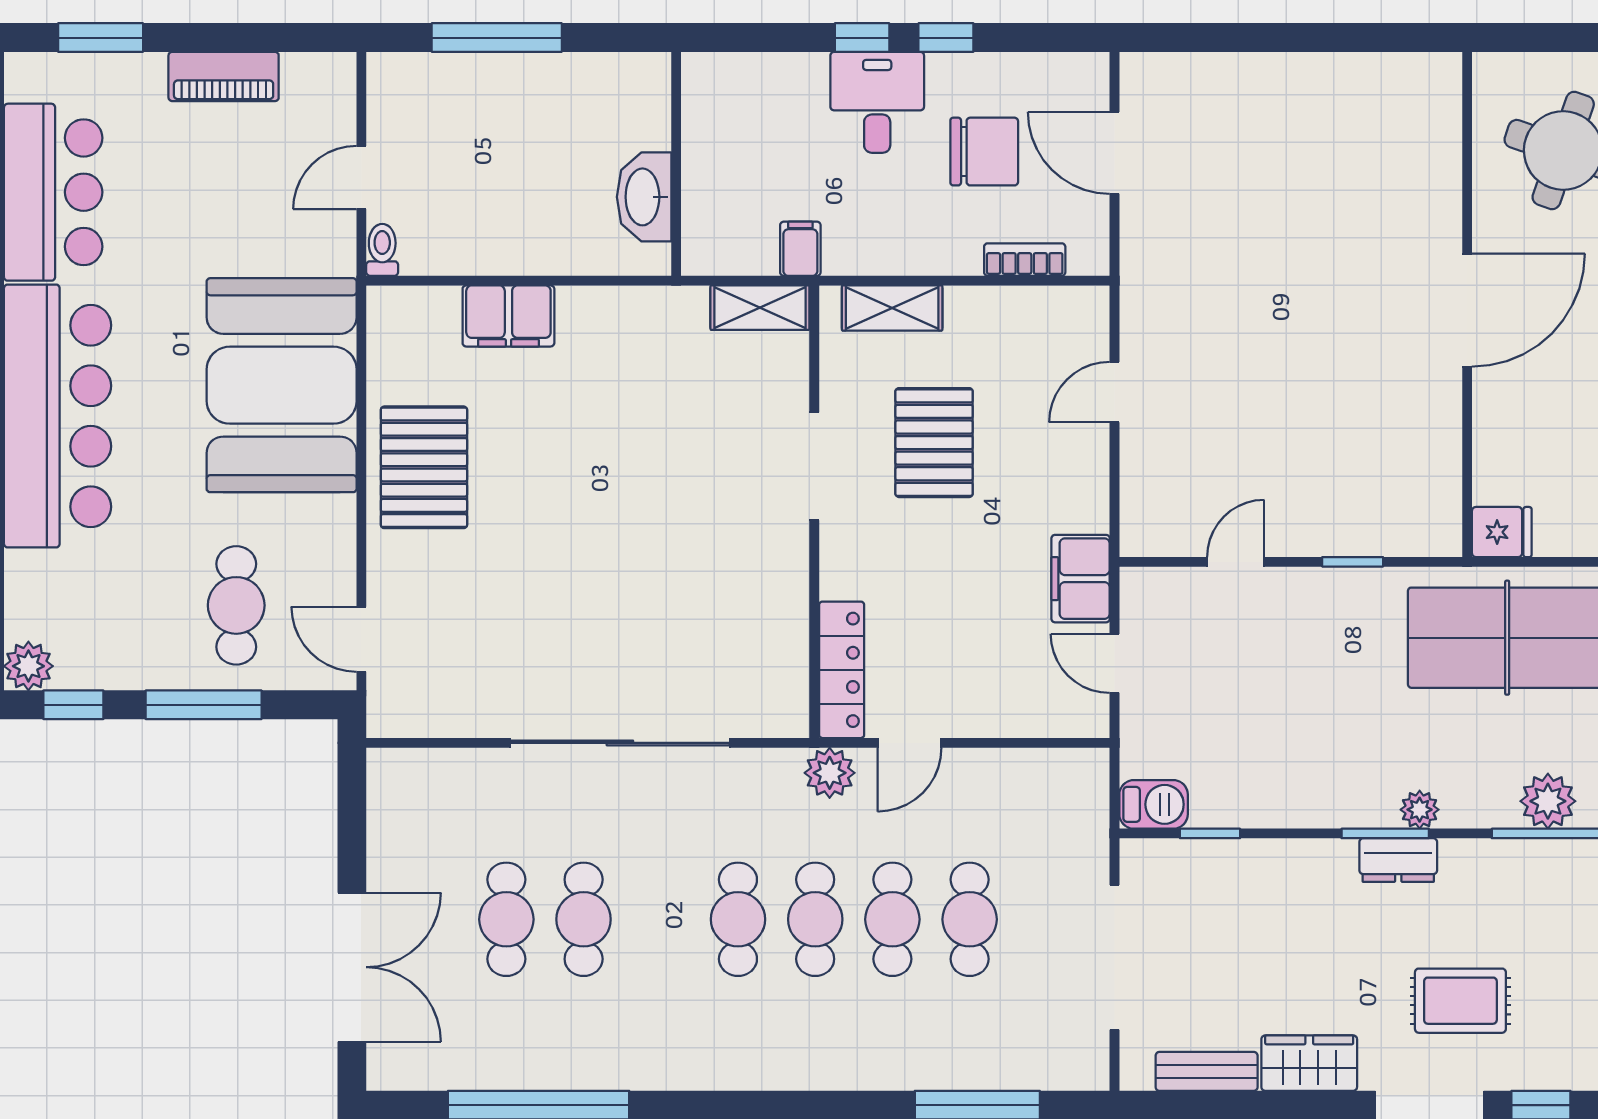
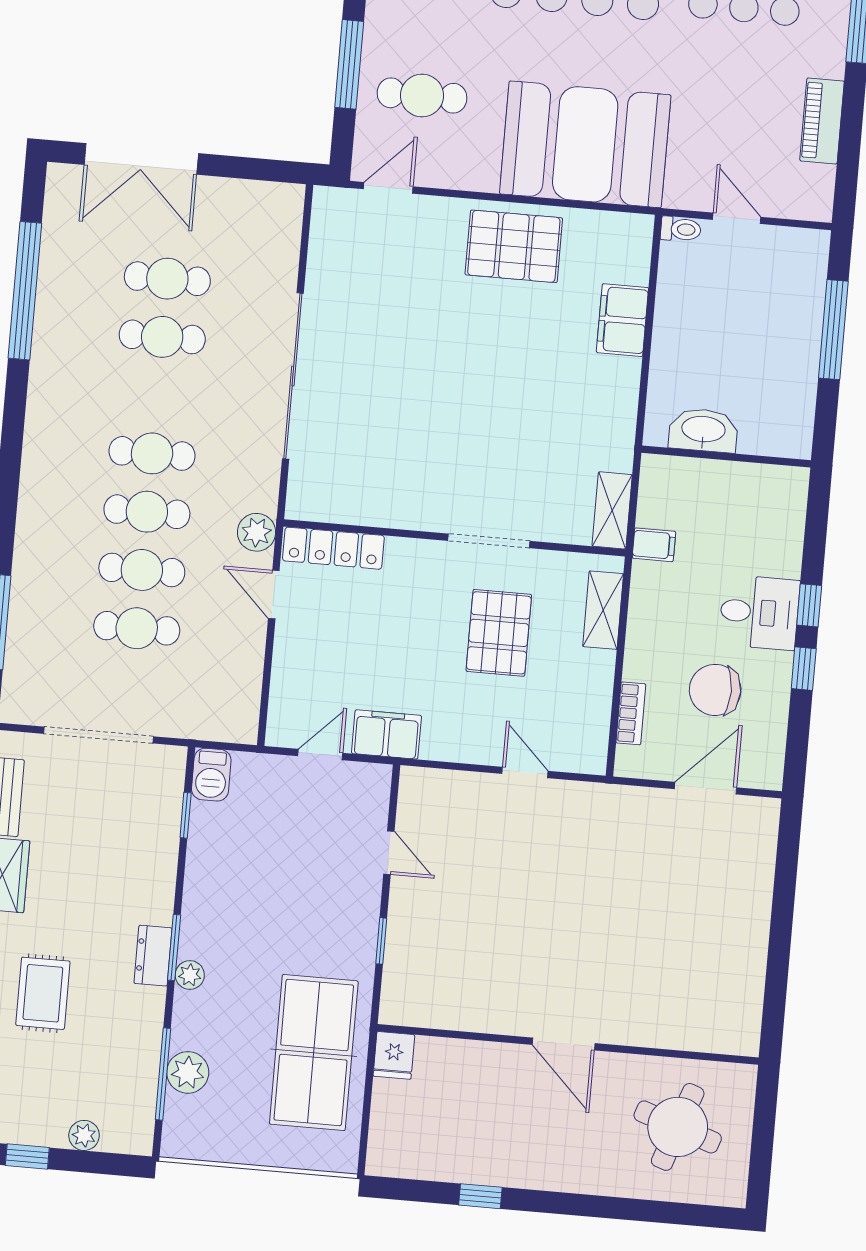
chair: (984, 152) -> (715, 690), turned 90
door: (1467, 310) -> (564, 1044), width x0.73
pallet: (934, 443) -> (499, 633), turned 90

